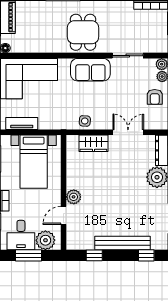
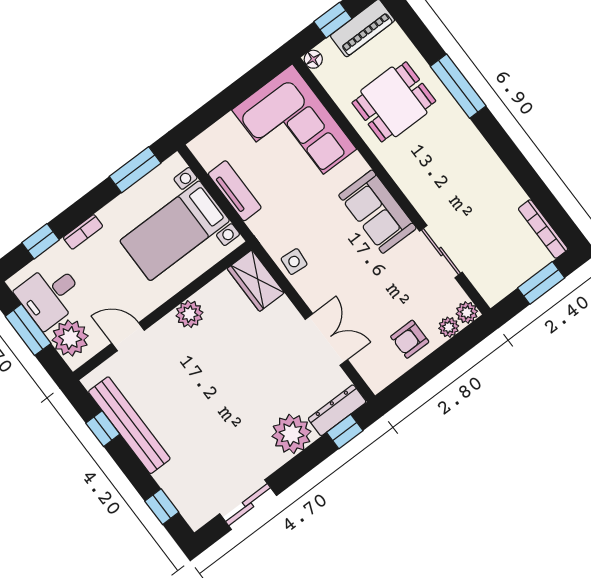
dining table: (83, 32) -> (394, 102), moved
tv unit: (22, 123) -> (235, 191), moved
wardrobe: (93, 143) -> (256, 281), moved
plant: (74, 197) -> (189, 314), moved
bench: (122, 243) -> (129, 425), moved

